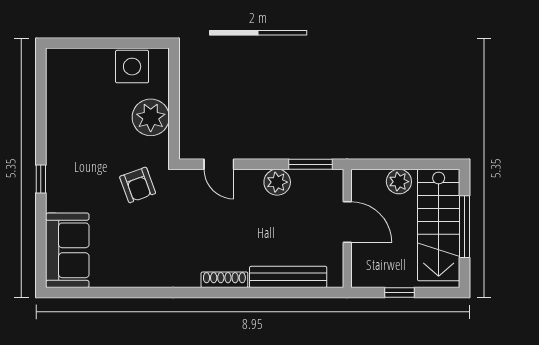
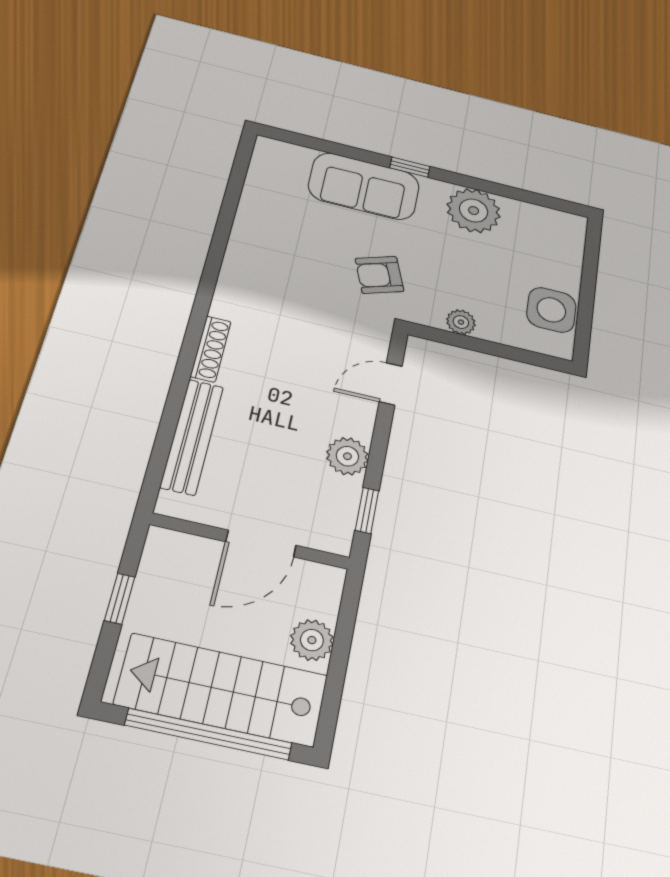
plant: (151, 117) -> (461, 322), width x0.53, depth x0.53
plant: (65, 130) -> (474, 211), added
window: (310, 164) -> (367, 510), width x0.67
window: (465, 227) -> (209, 734), width x1.46
sofa: (67, 250) -> (364, 186), moved

